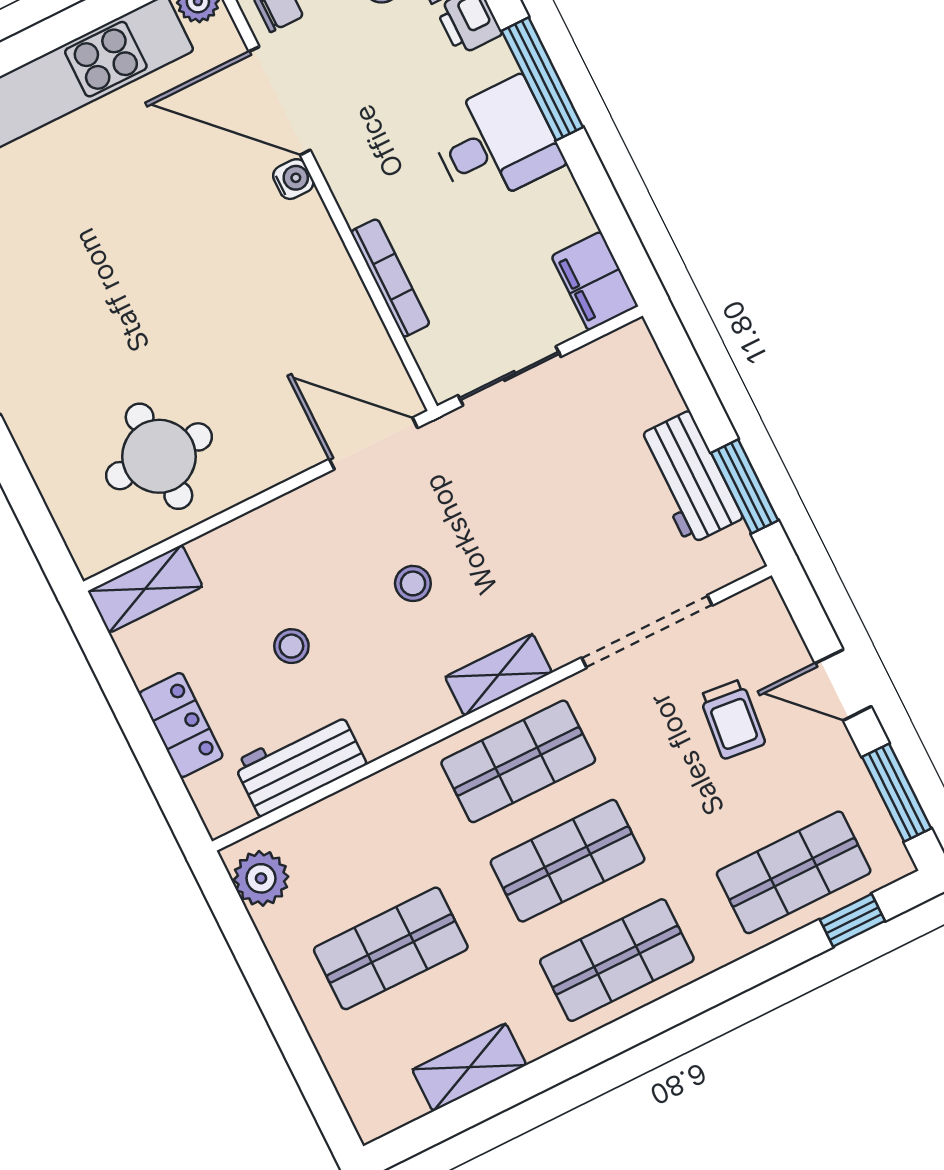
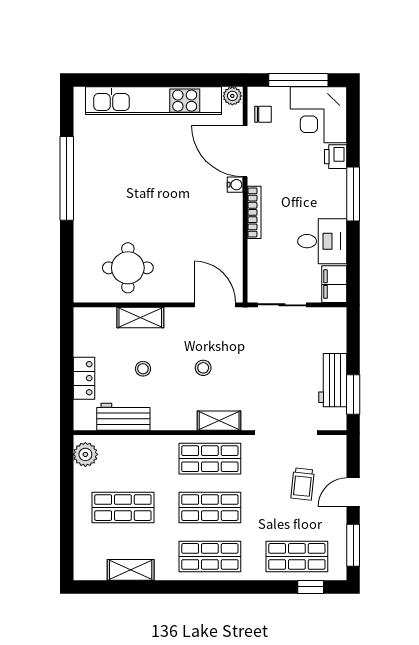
desk: (495, 143) -> (322, 241), moved
bookcase: (390, 278) -> (254, 212), moved
shelving: (145, 589) -> (140, 317), moved
door: (843, 685) -> (353, 492), hinge flipped

